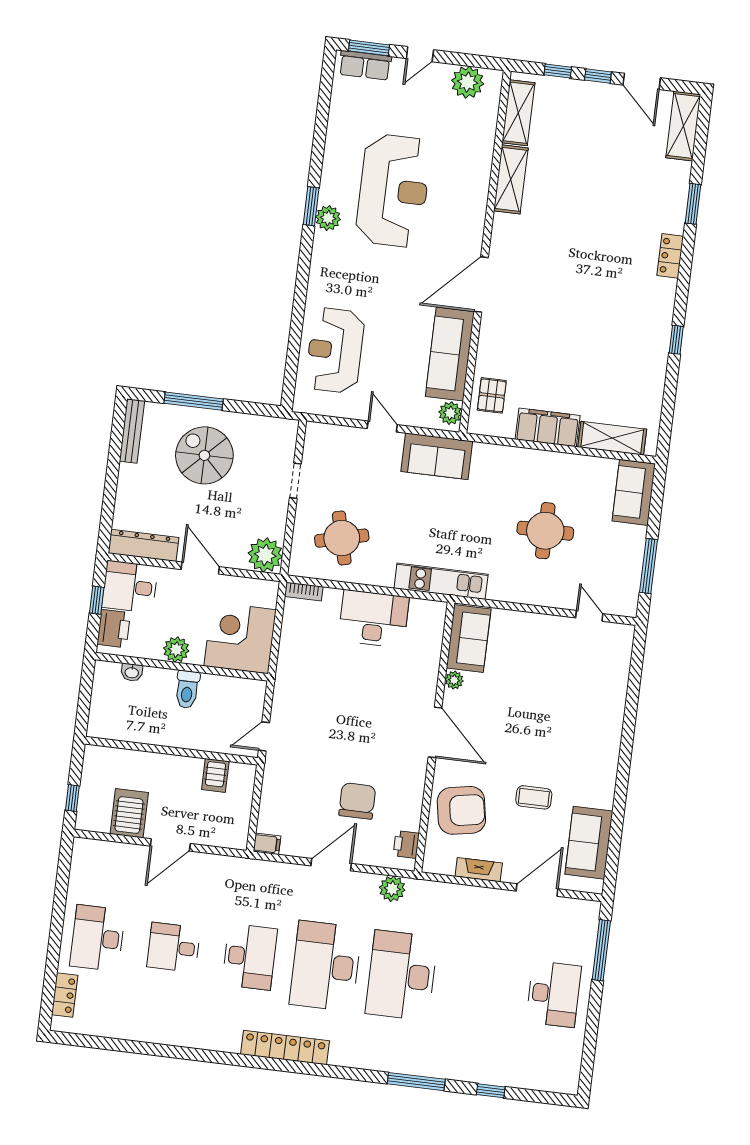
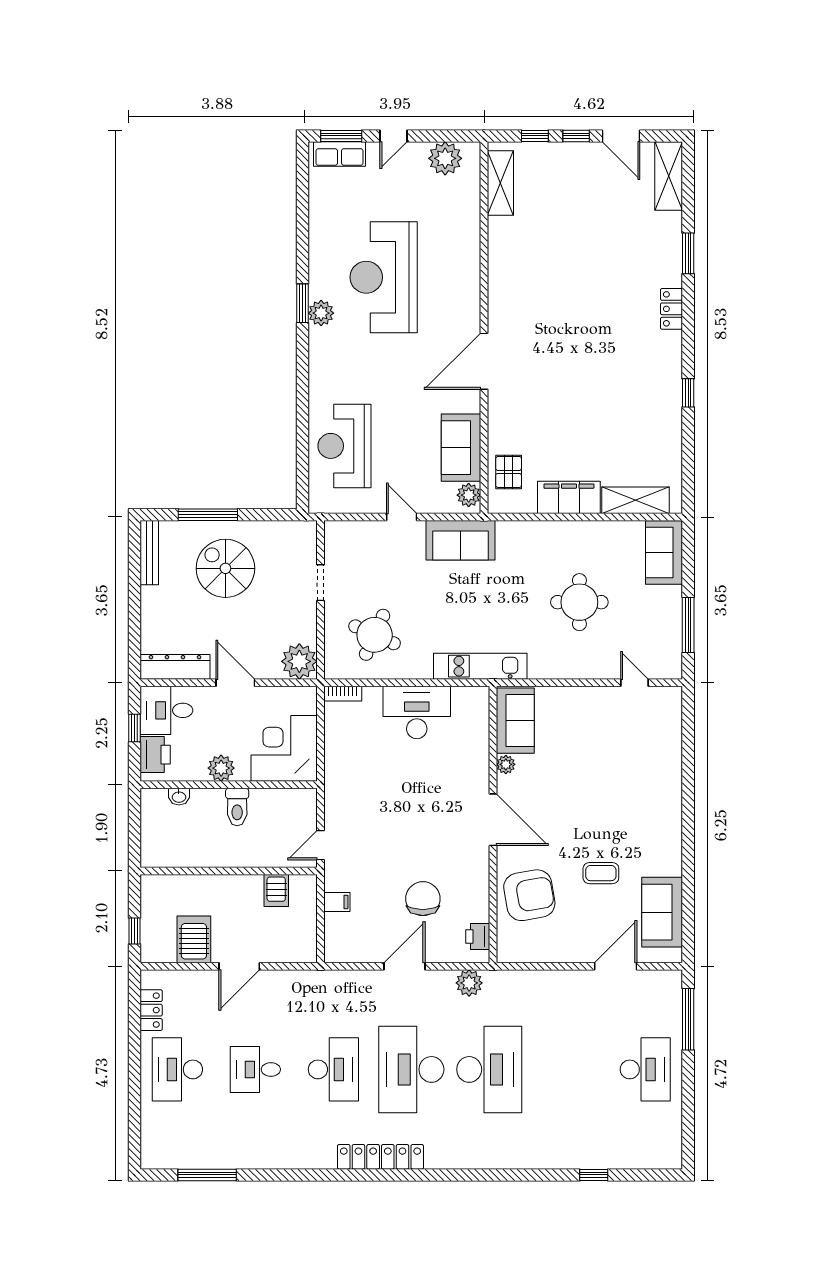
shelving: (511, 179) -> (501, 251), removed
reception desk: (393, 191) -> (384, 277), turned 180
sofa: (450, 354) -> (461, 448), width x0.73
round table: (342, 538) -> (375, 635), turned 38
filing cabinet: (267, 844) -> (337, 902), moved
fireplace: (479, 870) -> (554, 953), removed
desk: (402, 975) -> (489, 1069), turned 180
locker: (65, 995) -> (151, 1010), moved
window: (416, 1082) -> (207, 1175), moved

